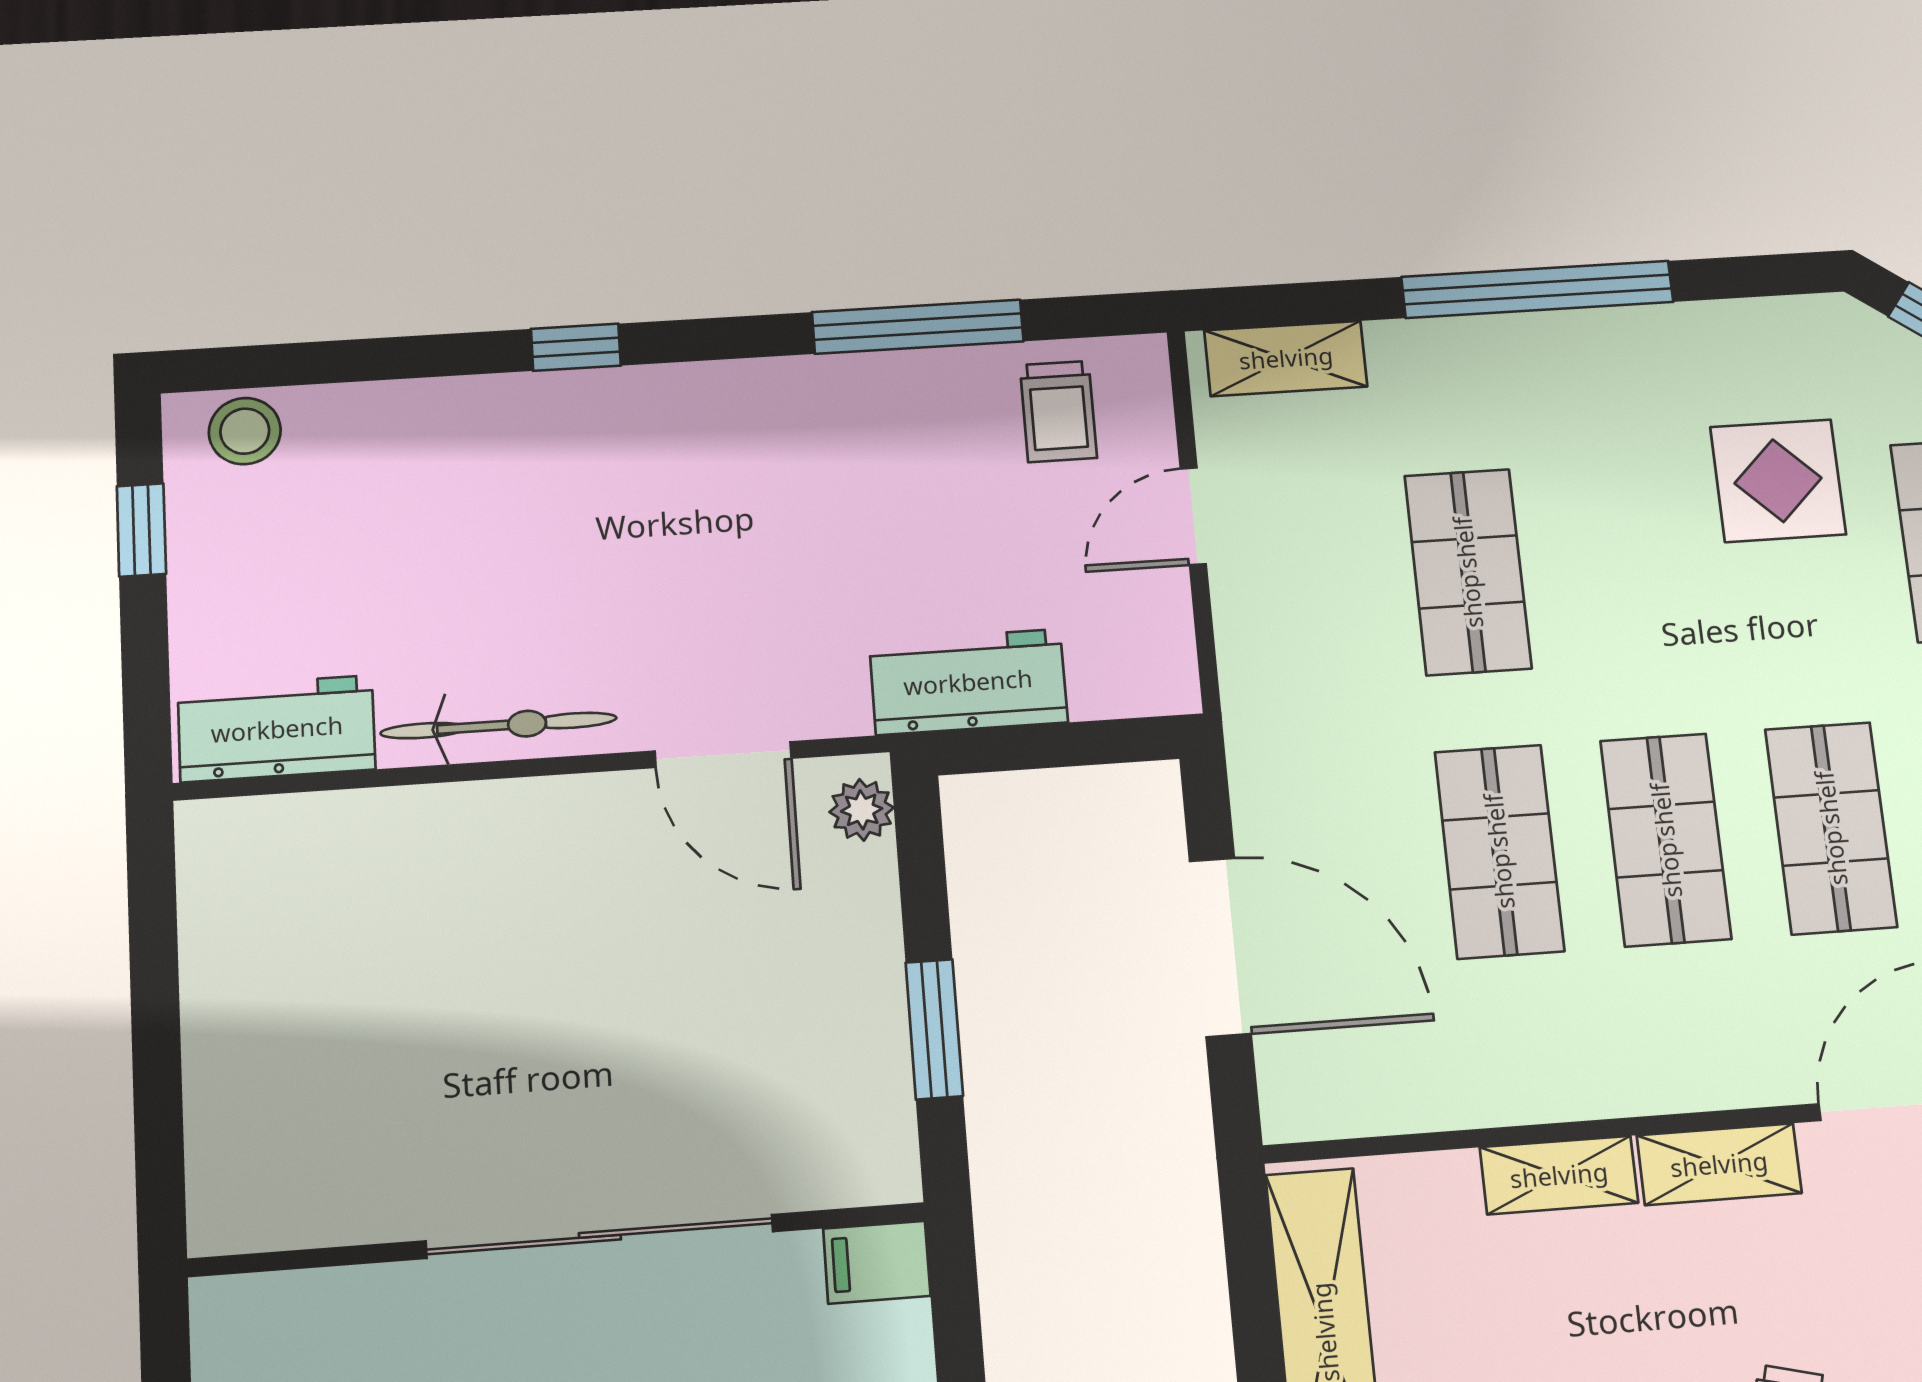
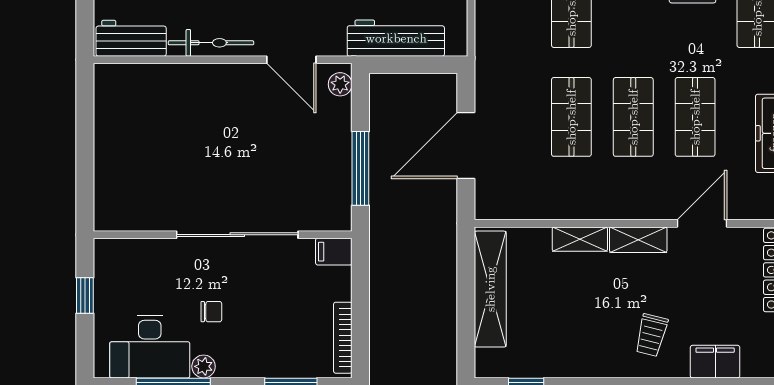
workbench: (968, 682) -> (396, 38), width x1.37
door: (1220, 947) -> (466, 146), swing flipped
window: (934, 1029) -> (360, 168), width x1.44

